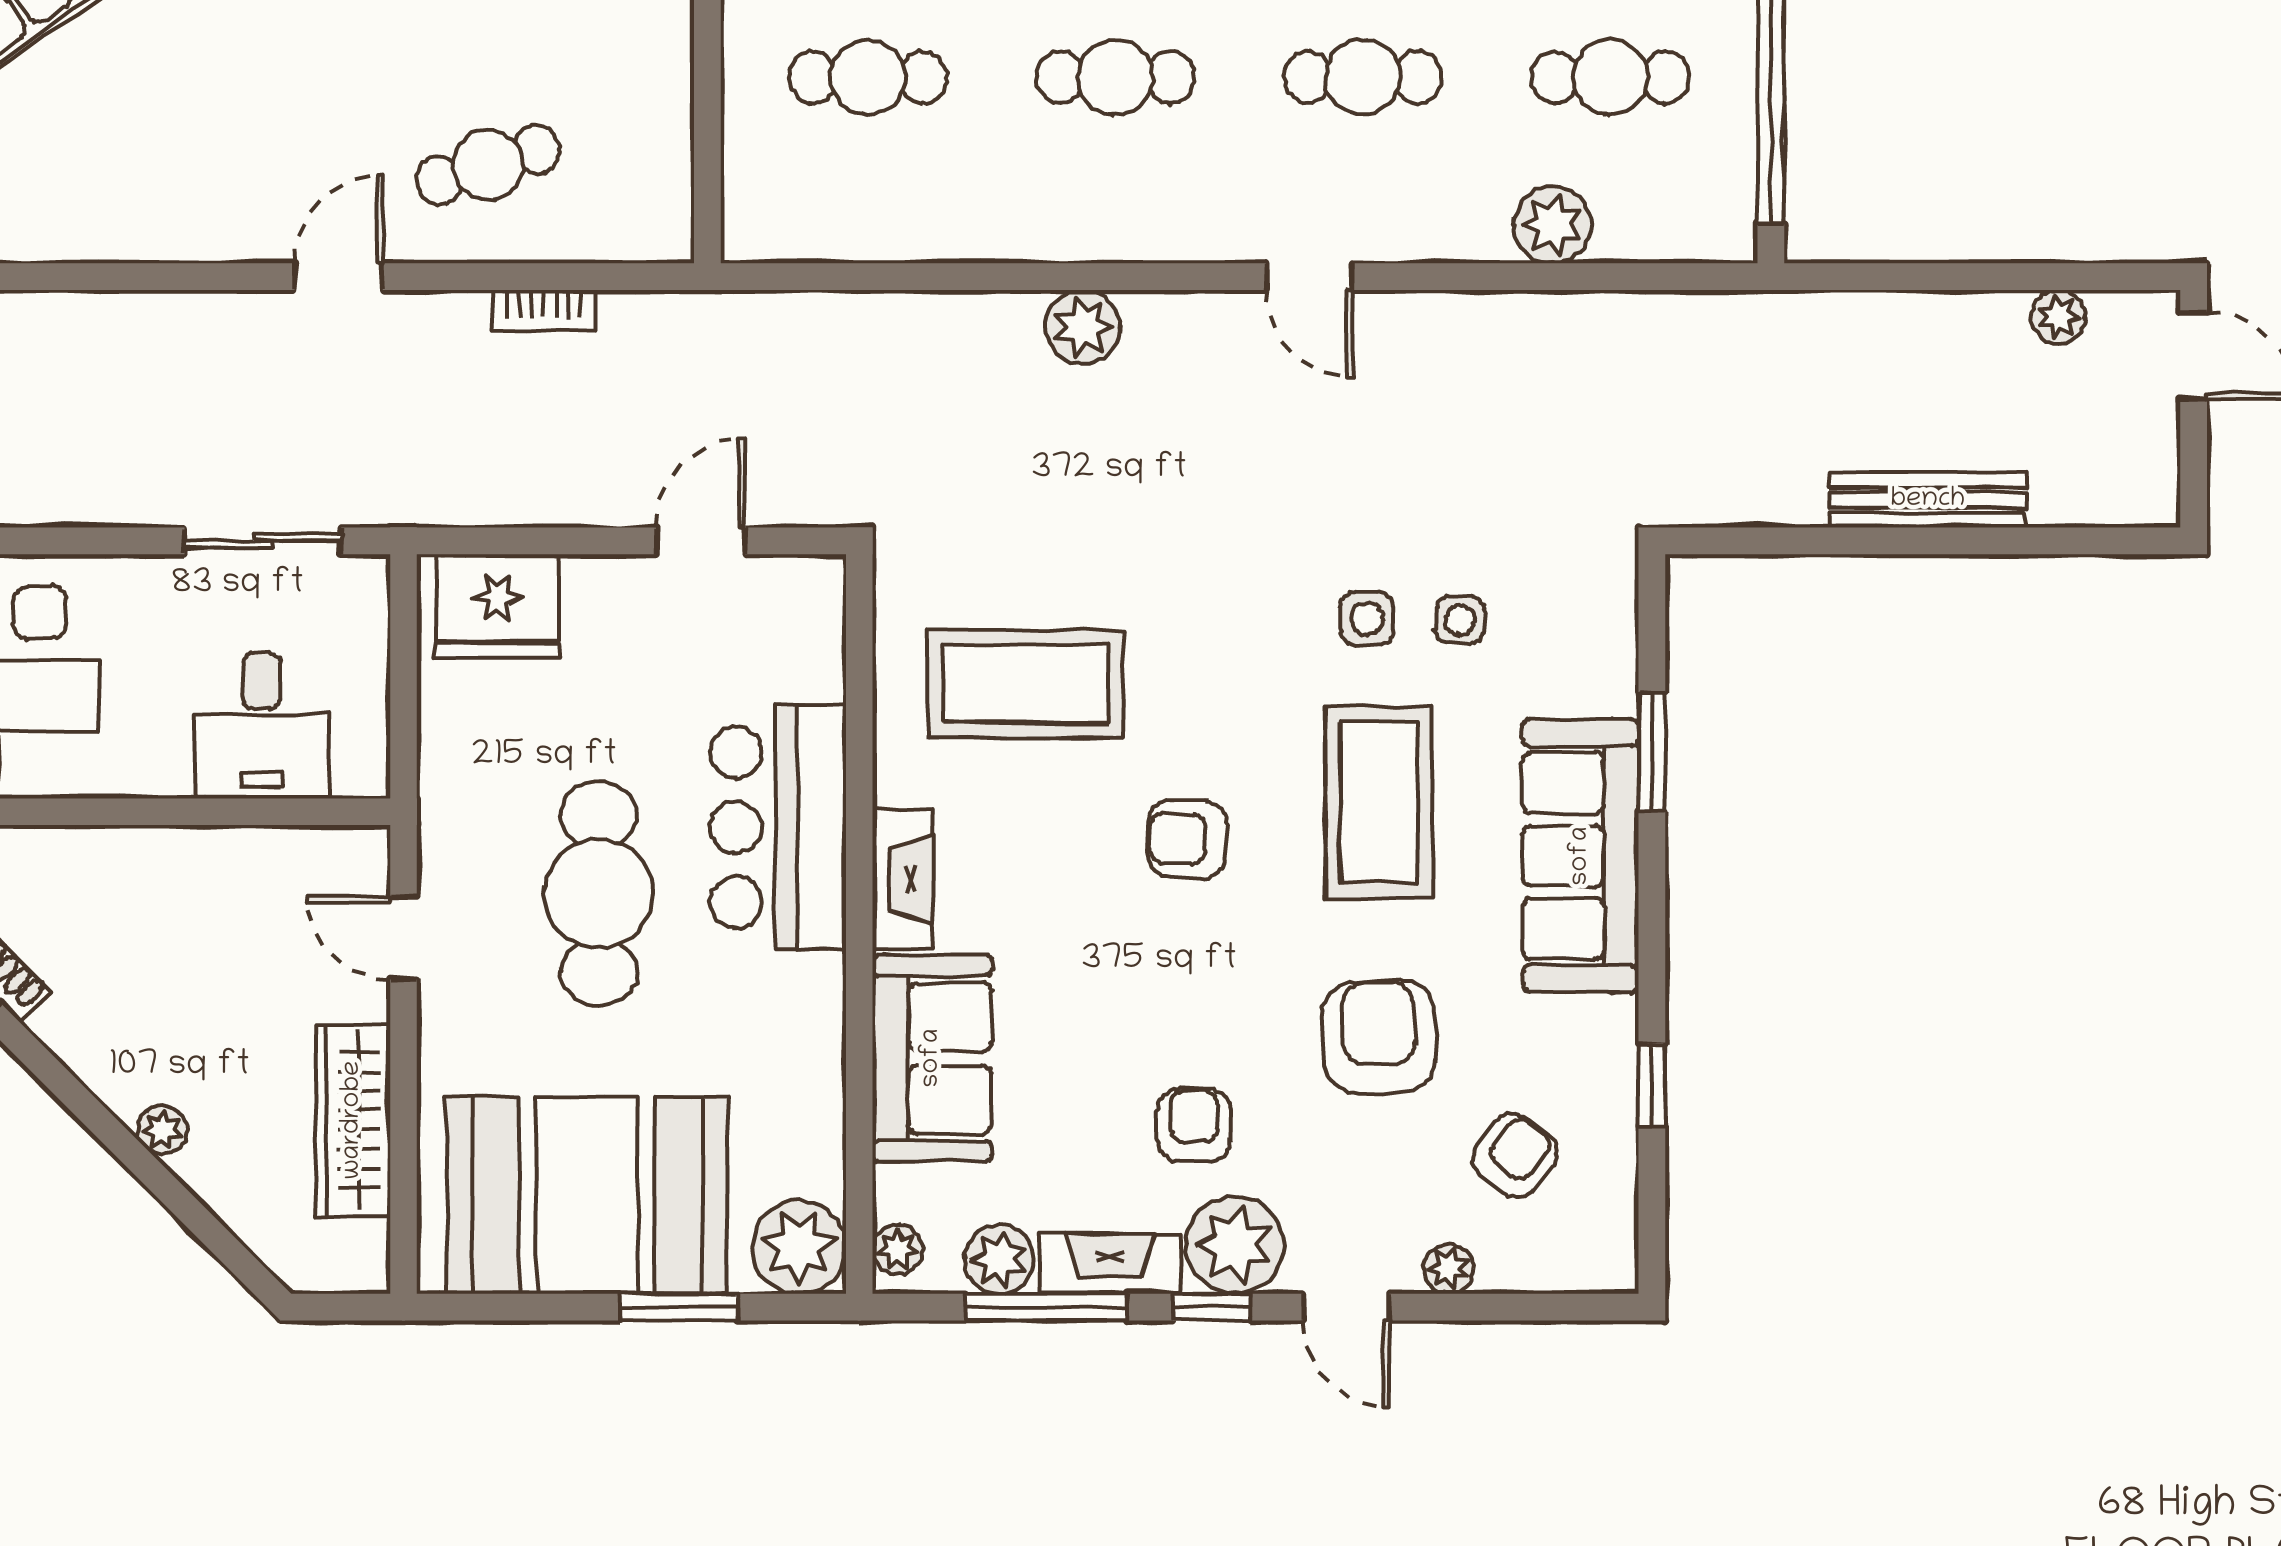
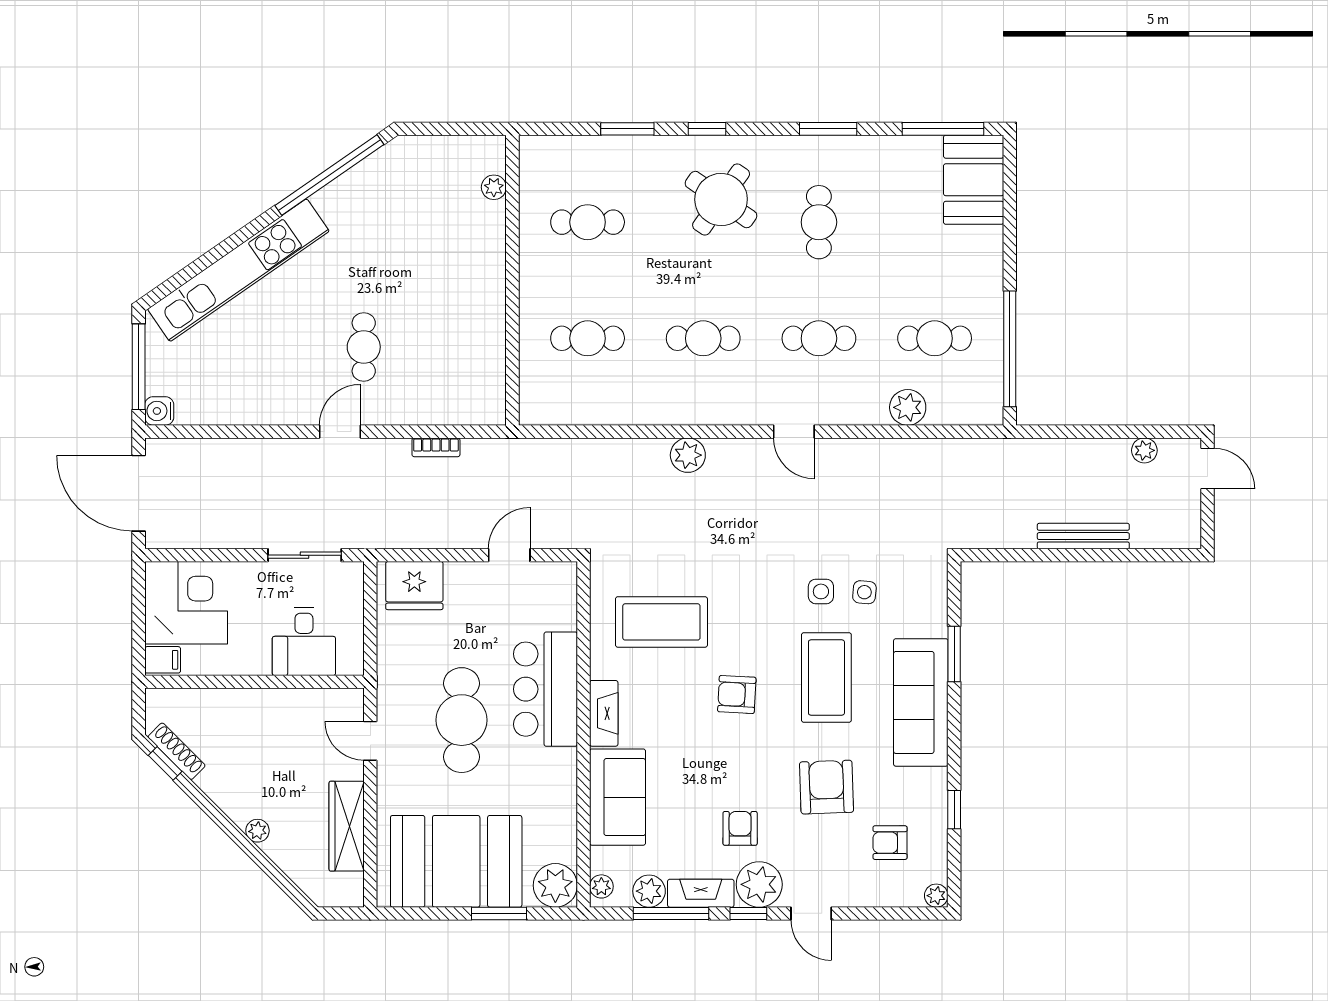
cafe table: (488, 165) -> (364, 347), moved, turned -72
armchair: (1515, 1156) -> (890, 843), turned -129
plant: (1449, 1269) -> (936, 896), moved

